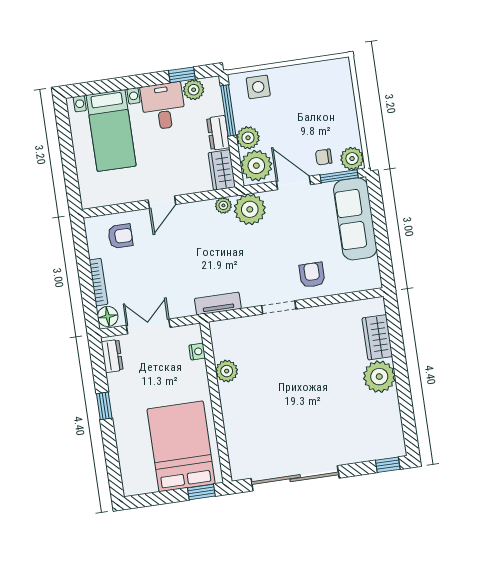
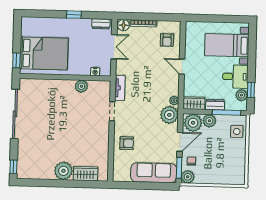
doorway: (279, 307) -> (112, 111), moved

